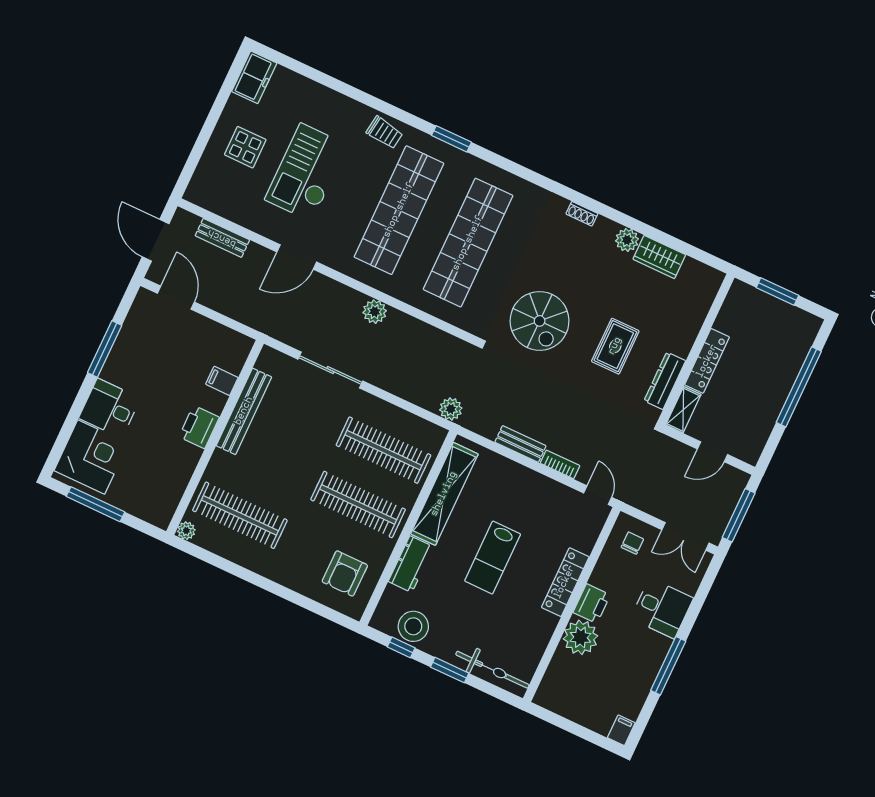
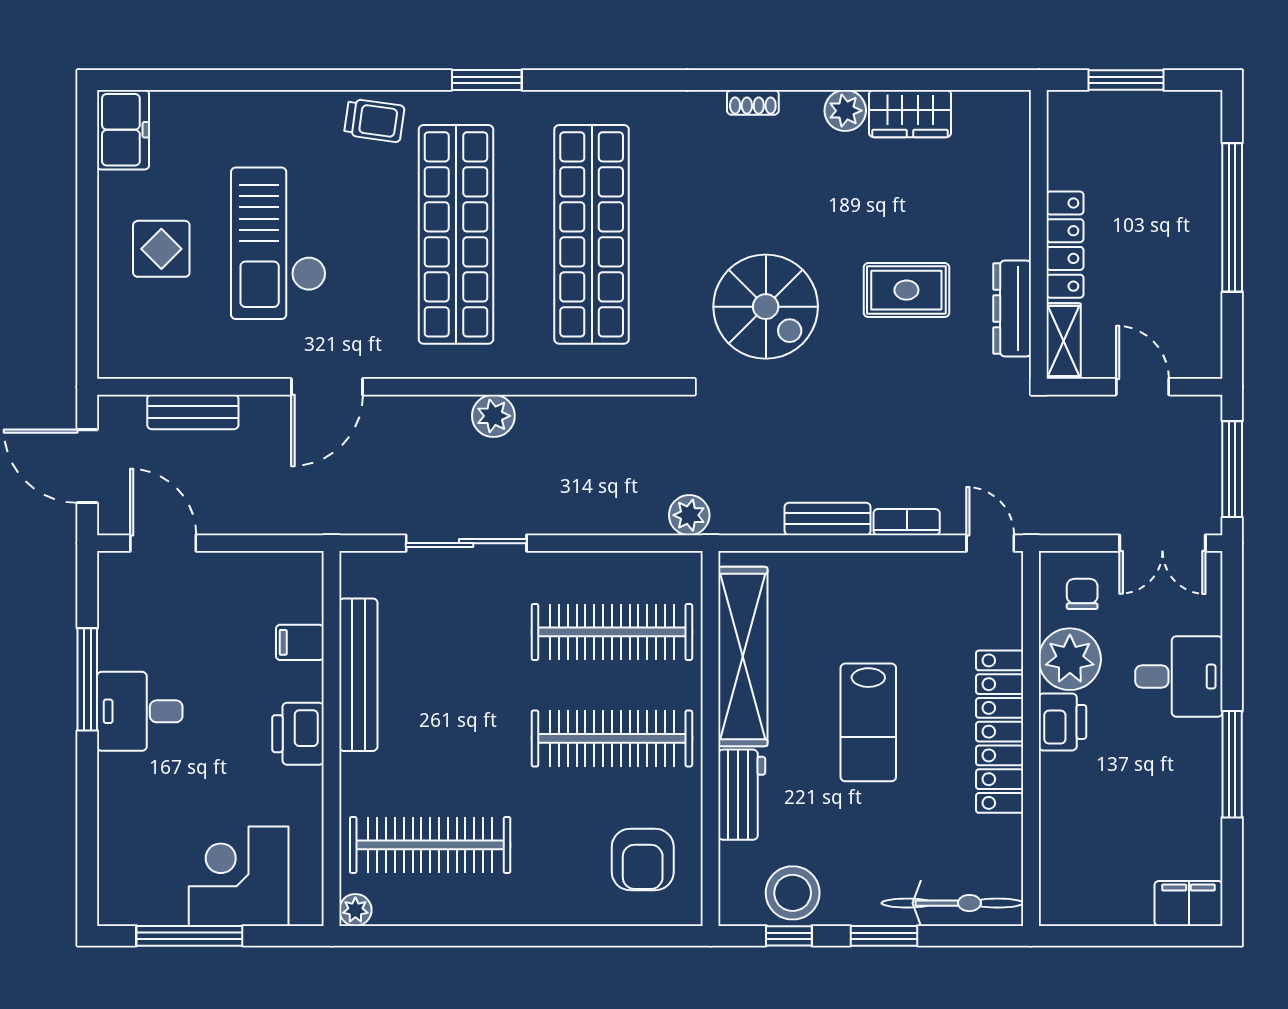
rug: (615, 346) -> (906, 290), turned 90
desk: (110, 408) -> (140, 711), moved
door: (713, 452) -> (1142, 387), swing flipped
corner desk: (91, 457) -> (239, 876), moved, turned -90
locker: (565, 582) -> (1000, 732), width x1.41, depth x1.21
plant: (580, 637) -> (1070, 659), moved
filing cabinet: (621, 730) -> (1189, 903), width x2.00

